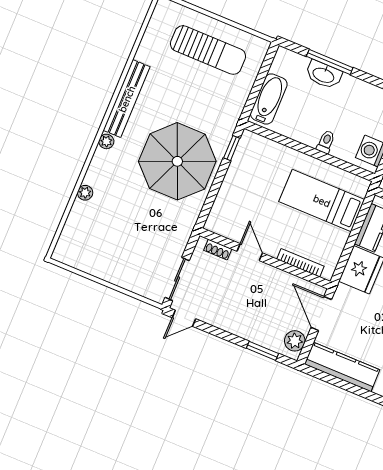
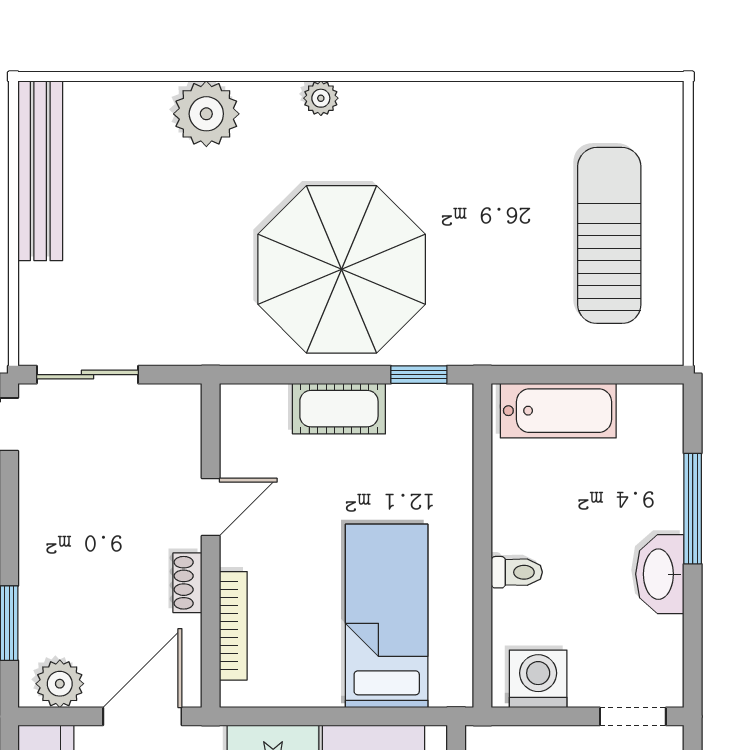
sun lounger: (208, 50) -> (609, 235), turned 180
washbasin: (324, 75) -> (660, 574), moved
bench: (127, 99) -> (40, 171), moved, turned 90
cot: (232, 185) -> (339, 409), added
plant: (85, 193) -> (206, 114), width x1.88, depth x1.88
shoe rack: (218, 250) -> (187, 583), moved

